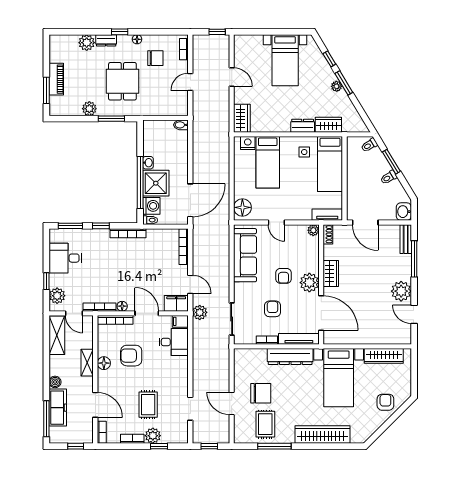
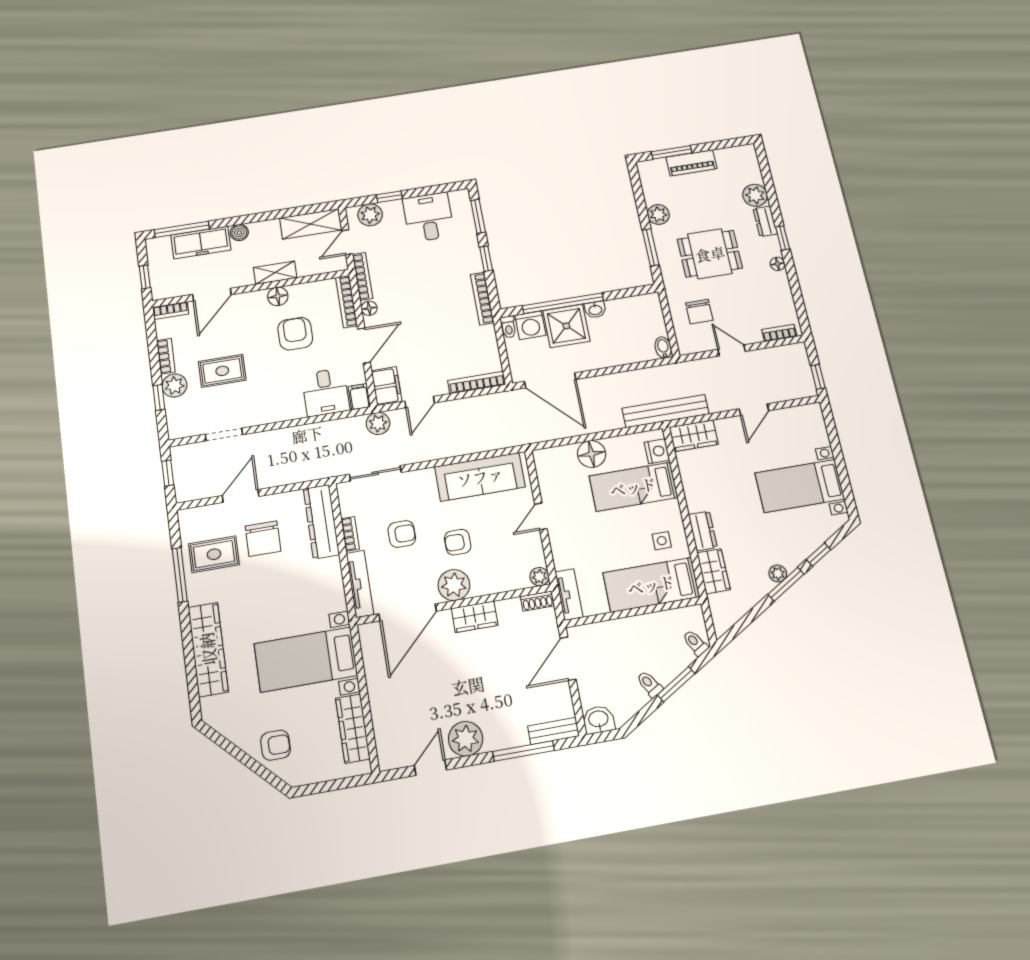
chair: (155, 58) -> (699, 312), moved
bench: (223, 132) -> (665, 411), added
floor lamp: (242, 207) -> (592, 454), moved
dresser: (290, 357) -> (321, 522), moved

